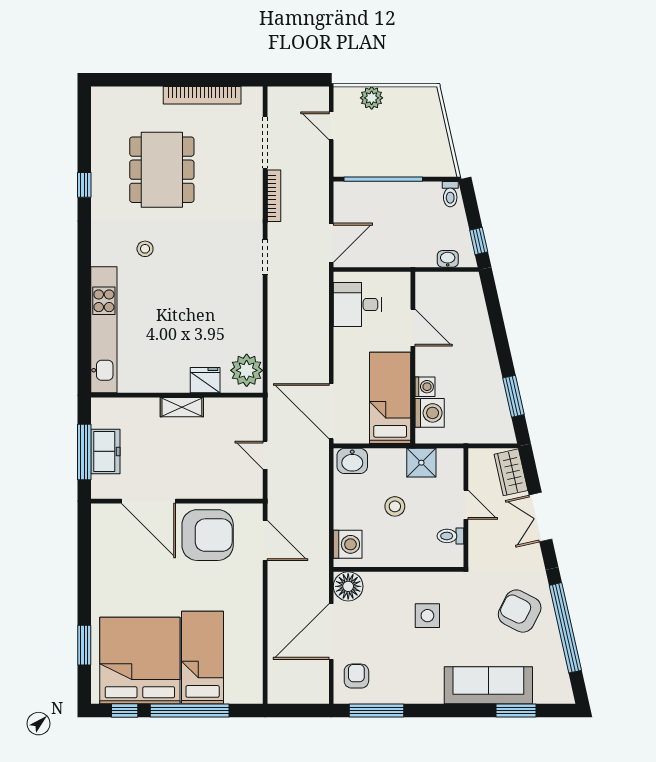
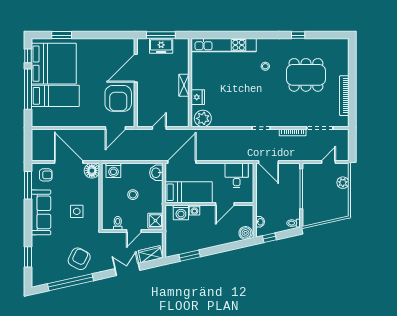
boiler: (469, 287) -> (246, 233), added
shower: (421, 463) -> (155, 221), moved
sofa: (488, 685) -> (41, 212), moved

